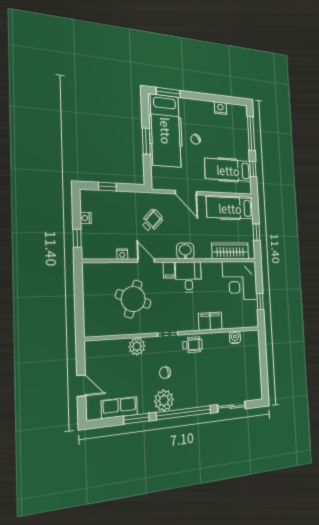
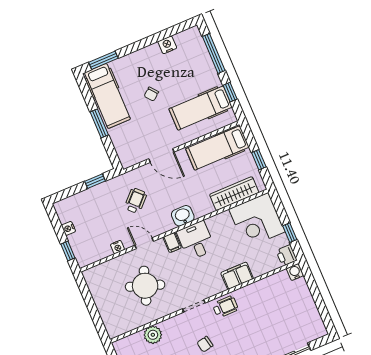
hospital bed: (166, 131) -> (107, 96), width x0.73, depth x0.78
window: (107, 187) -> (95, 181), moved
printer: (252, 319) -> (287, 255), added
water cooler: (235, 337) -> (295, 272), moved
plant: (137, 346) -> (153, 335), moved

